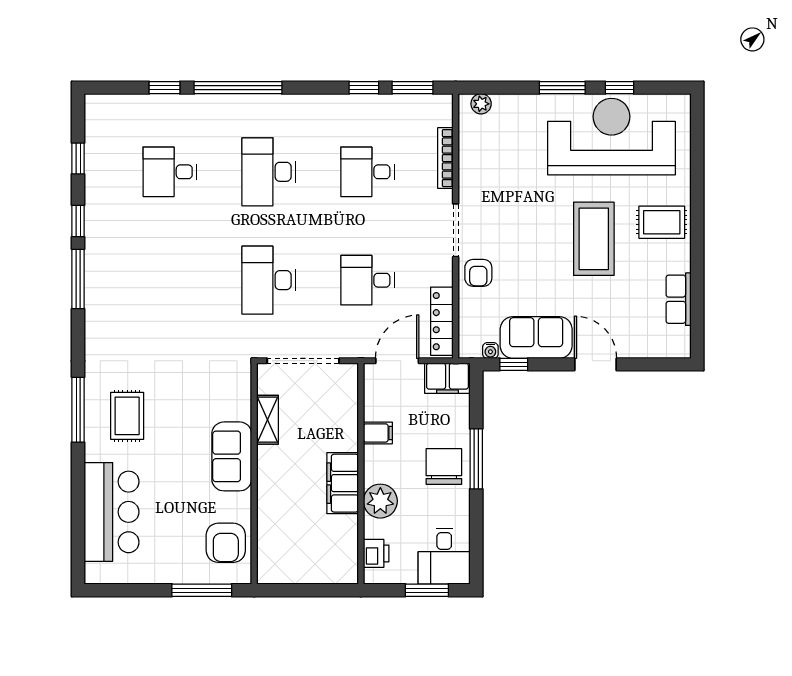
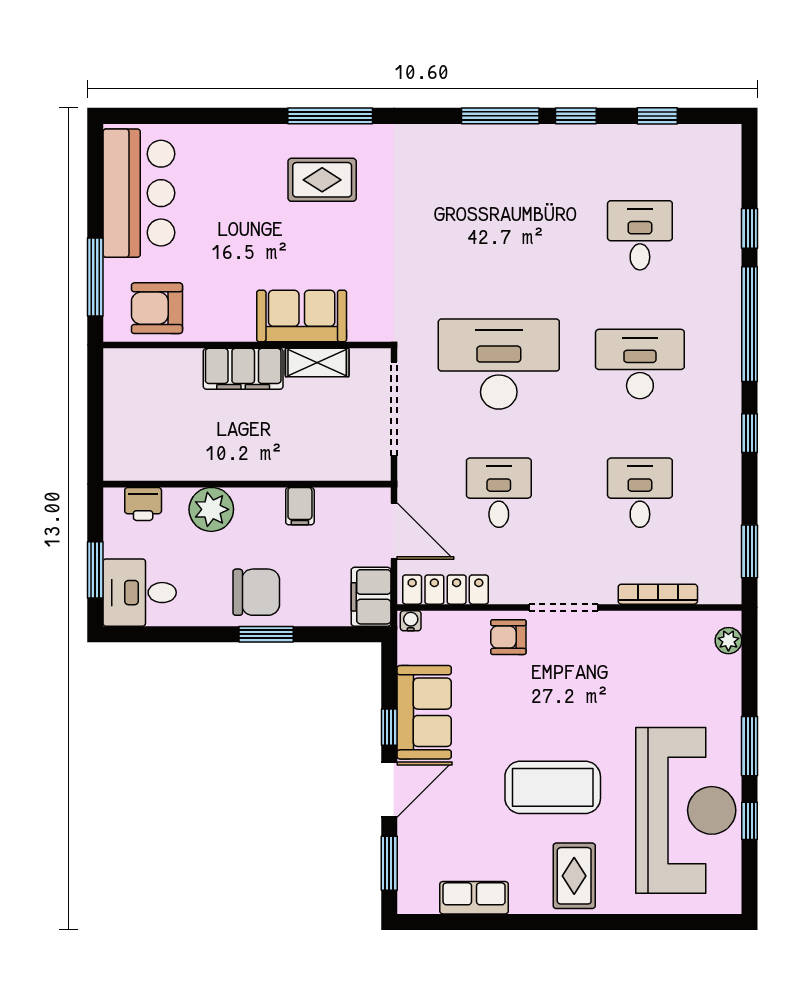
window: (364, 88) -> (750, 433), moved
desk: (269, 280) -> (499, 364), width x1.36, depth x1.30
water cooler: (490, 350) -> (411, 621), moved, turned 90
window: (514, 364) -> (389, 727), moved
window: (652, 364) -> (389, 863), added
sofa: (232, 456) -> (302, 316), moved
window: (476, 459) -> (266, 634), width x0.69
filing cabinet: (343, 483) -> (243, 369), moved, turned 180
bar counter: (112, 512) -> (139, 193), moved, turned -90

